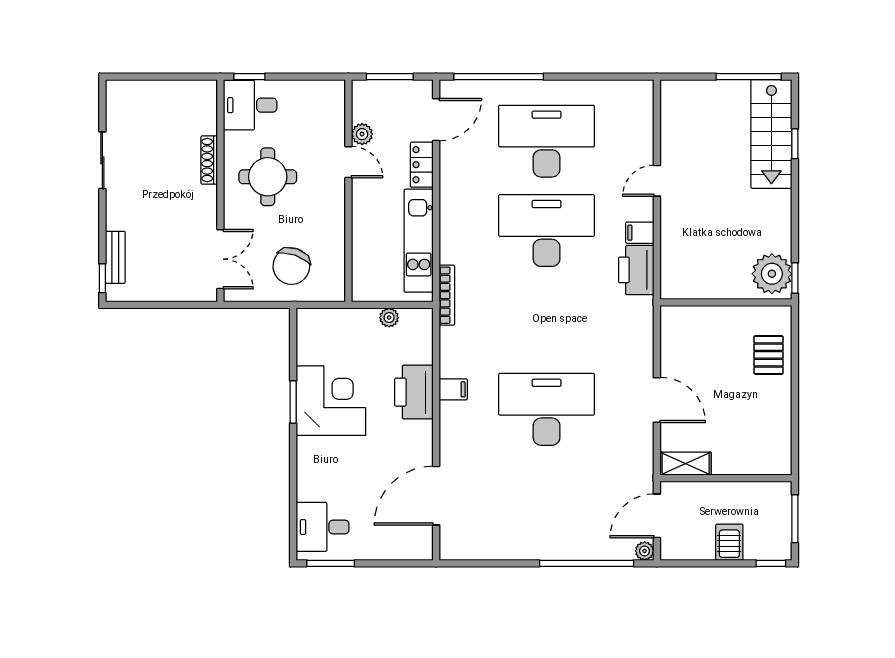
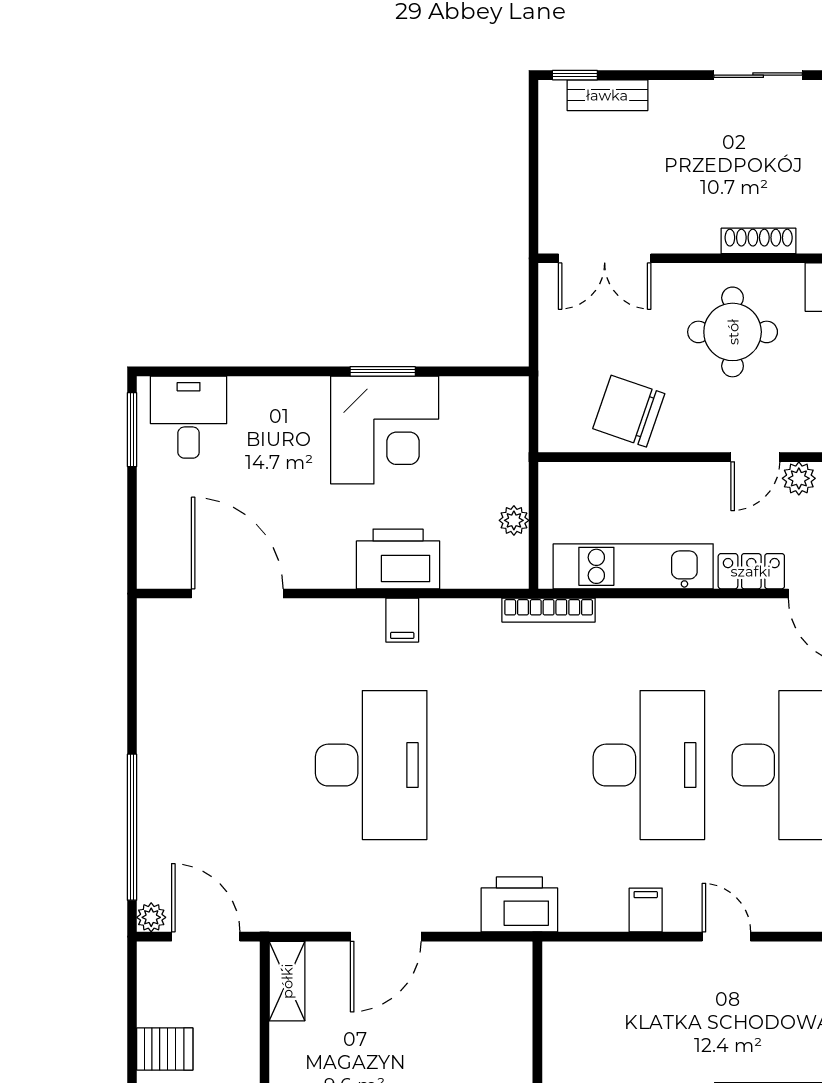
chair: (291, 266) -> (629, 411), moved
printer: (636, 270) -> (519, 904), moved

